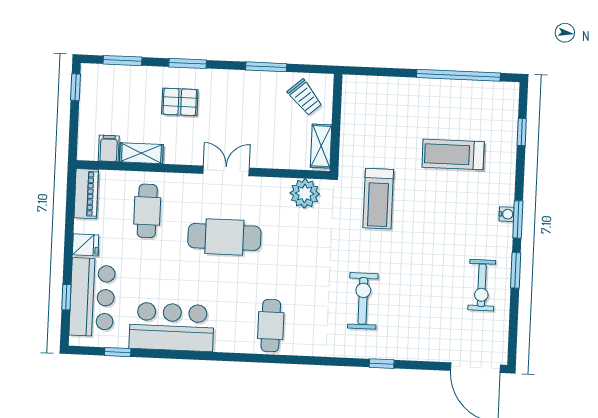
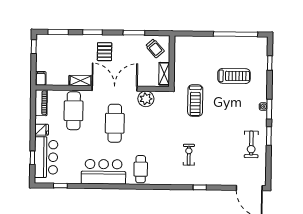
pallet: (180, 102) -> (105, 52), moved, turned 90
filing cabinet: (109, 148) -> (41, 78), moved
shelving: (141, 153) -> (80, 81), moved
treadmill: (453, 154) -> (234, 76), turned 180
double door: (226, 171) -> (115, 88), width x1.87
plant: (305, 193) -> (146, 99), moved
cafe table: (147, 211) -> (74, 111), width x1.37, depth x1.35
cafe table: (224, 237) -> (115, 123), turned 90
exercise bike: (363, 301) -> (189, 155), width x0.73, depth x0.72
bar counter: (172, 327) -> (104, 172), moved

